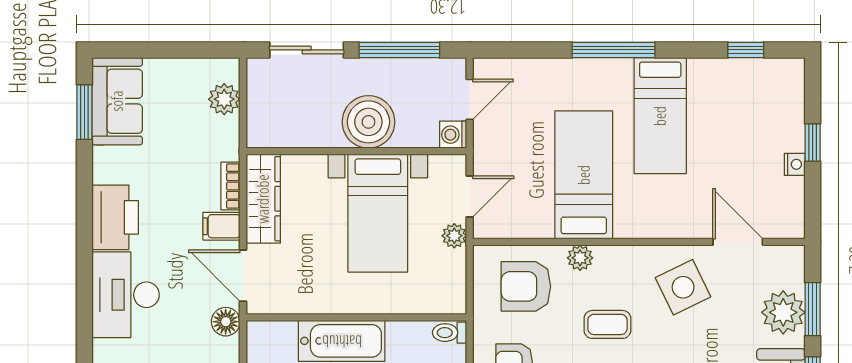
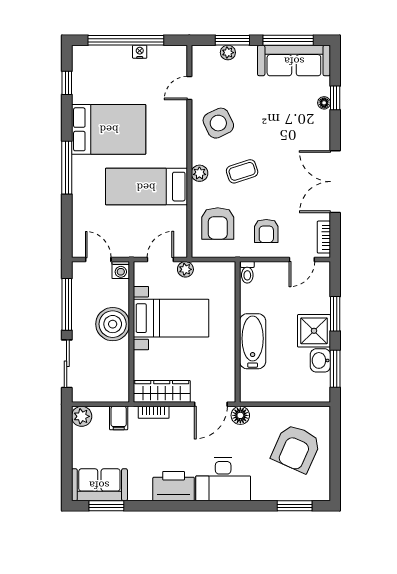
plant: (224, 99) -> (82, 416), moved
bed: (660, 116) -> (109, 129), width x1.50
window: (813, 142) -> (126, 40), width x3.17
door: (470, 197) -> (160, 259), hinge flipped
filing cabinet: (221, 226) -> (119, 418), moved
door: (738, 242) -> (189, 88), width x0.73
plant: (580, 258) -> (199, 173), moved
plant: (783, 312) -> (228, 53), width x0.53, depth x0.53
coffee table: (607, 324) -> (242, 171), turned 72

